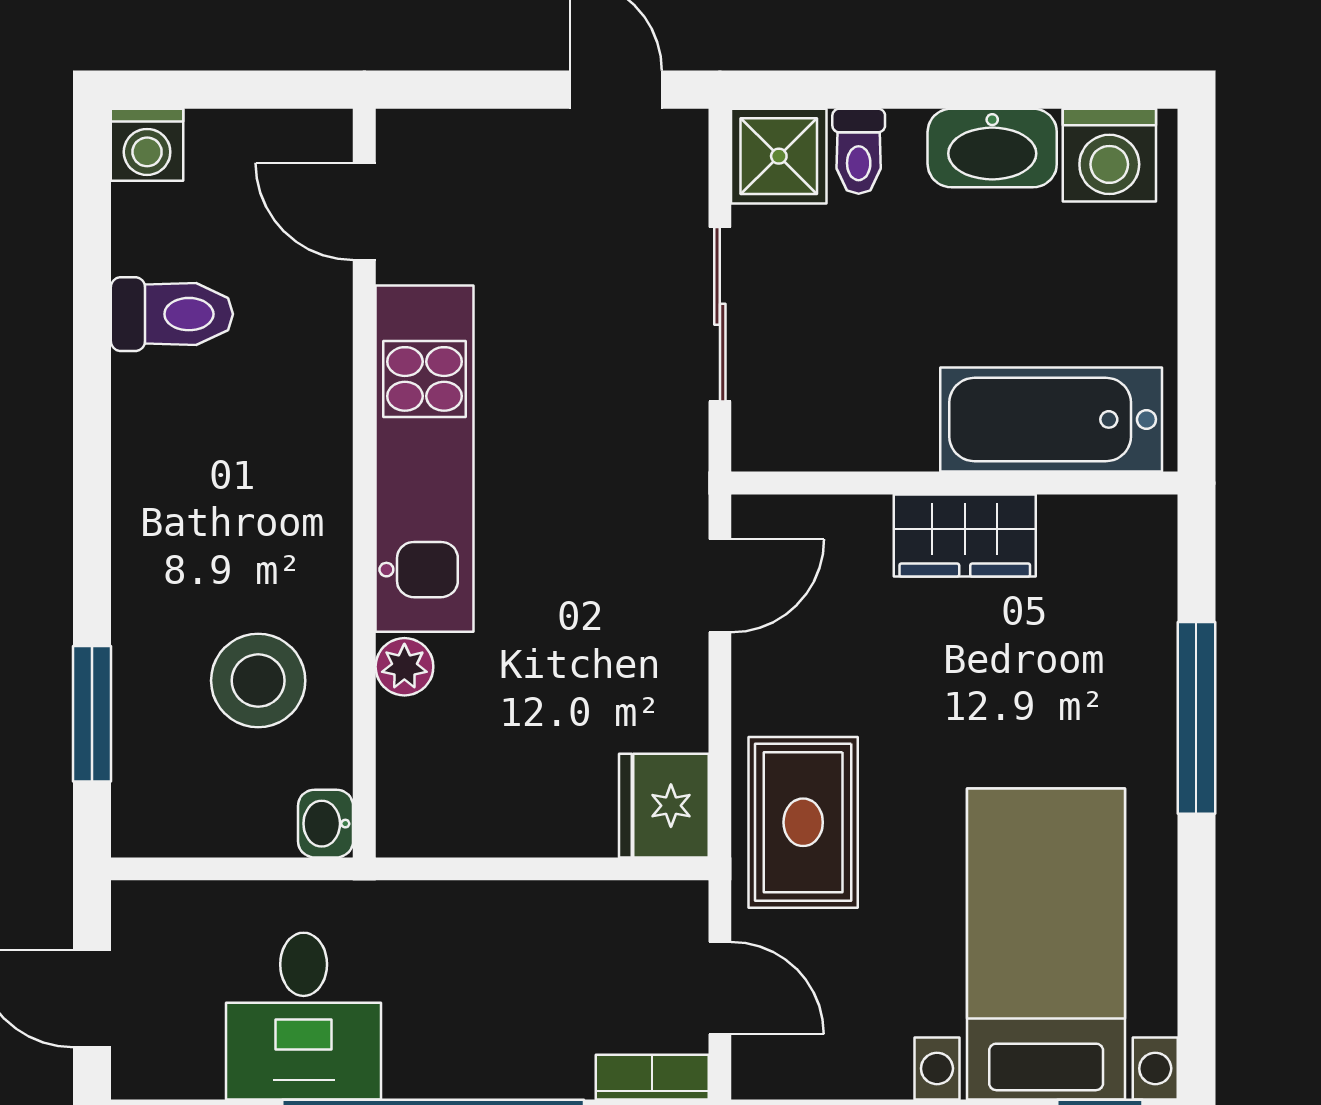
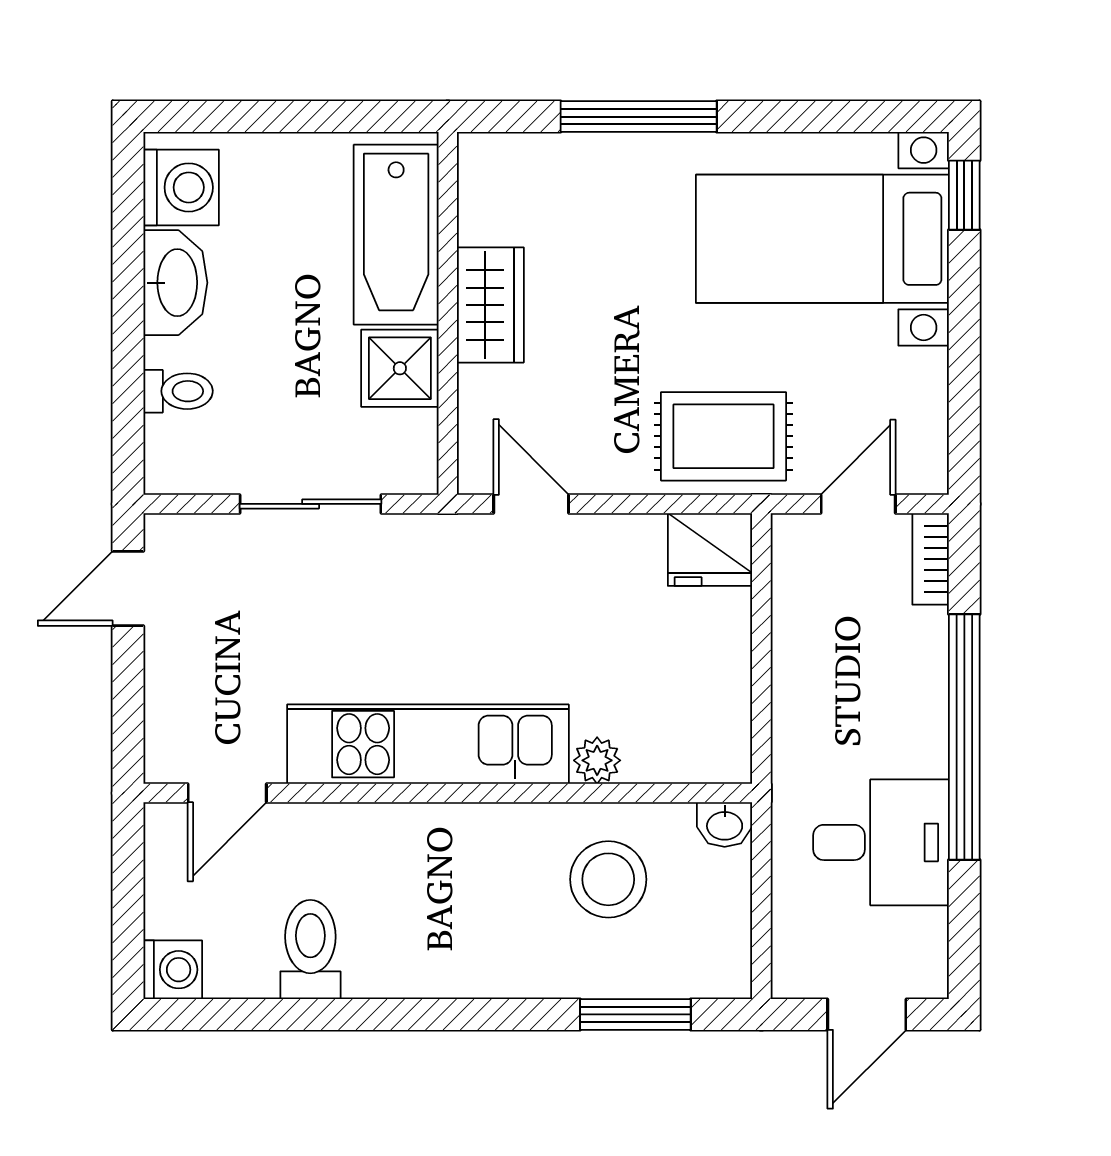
shower: (779, 156) -> (400, 368), moved

